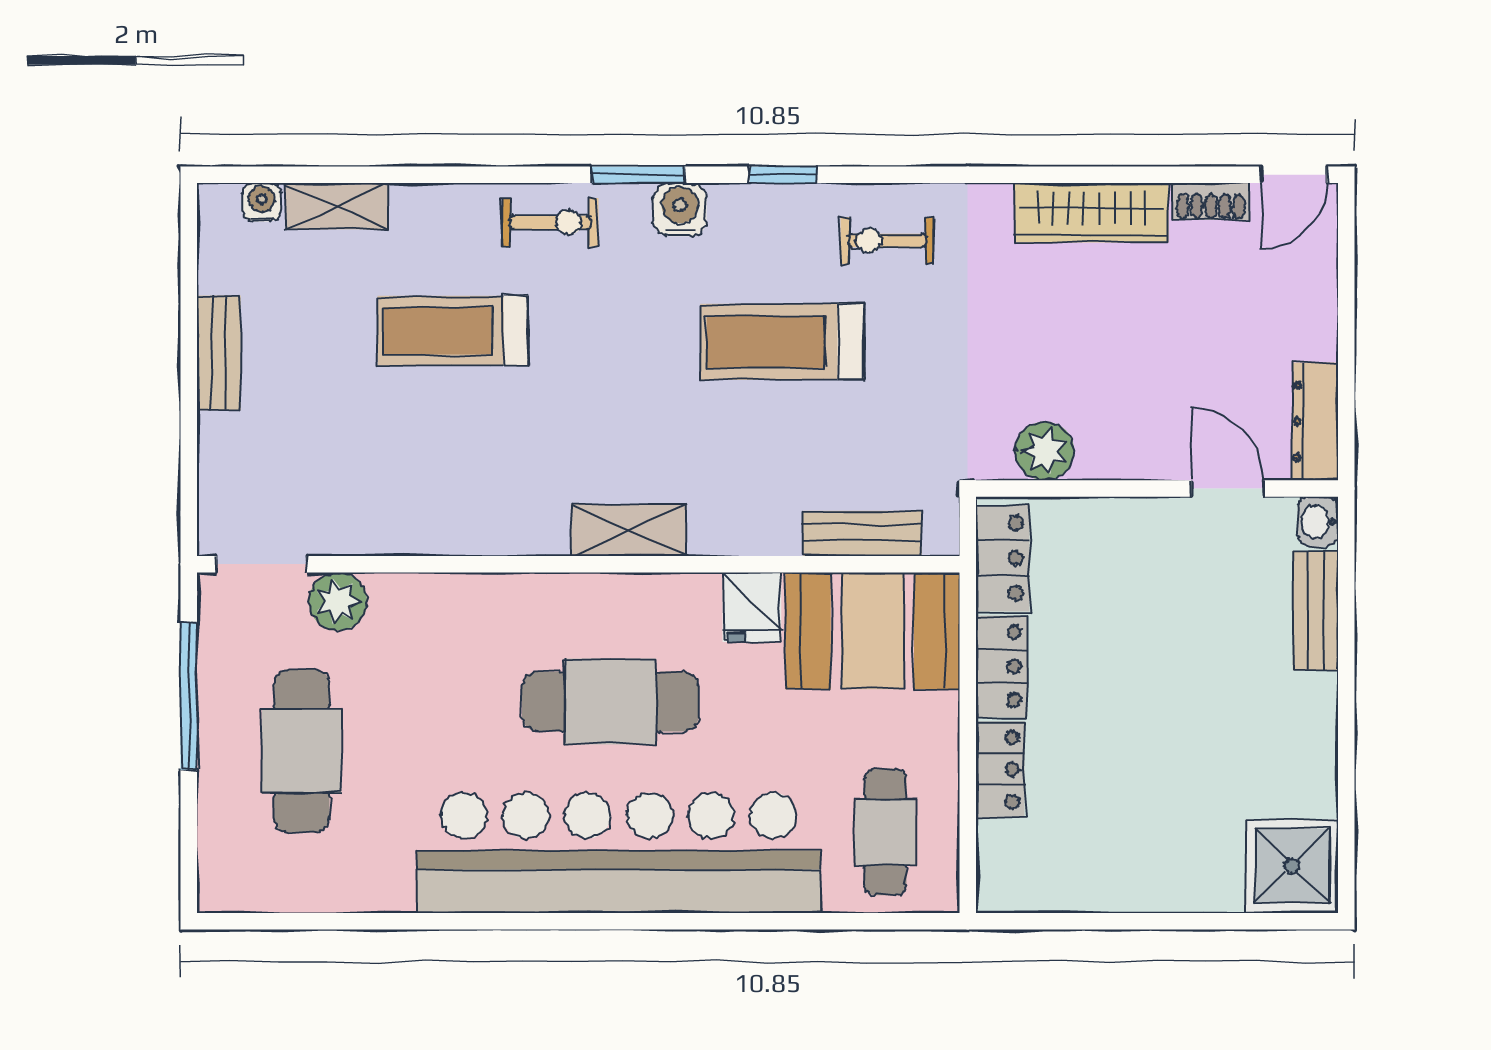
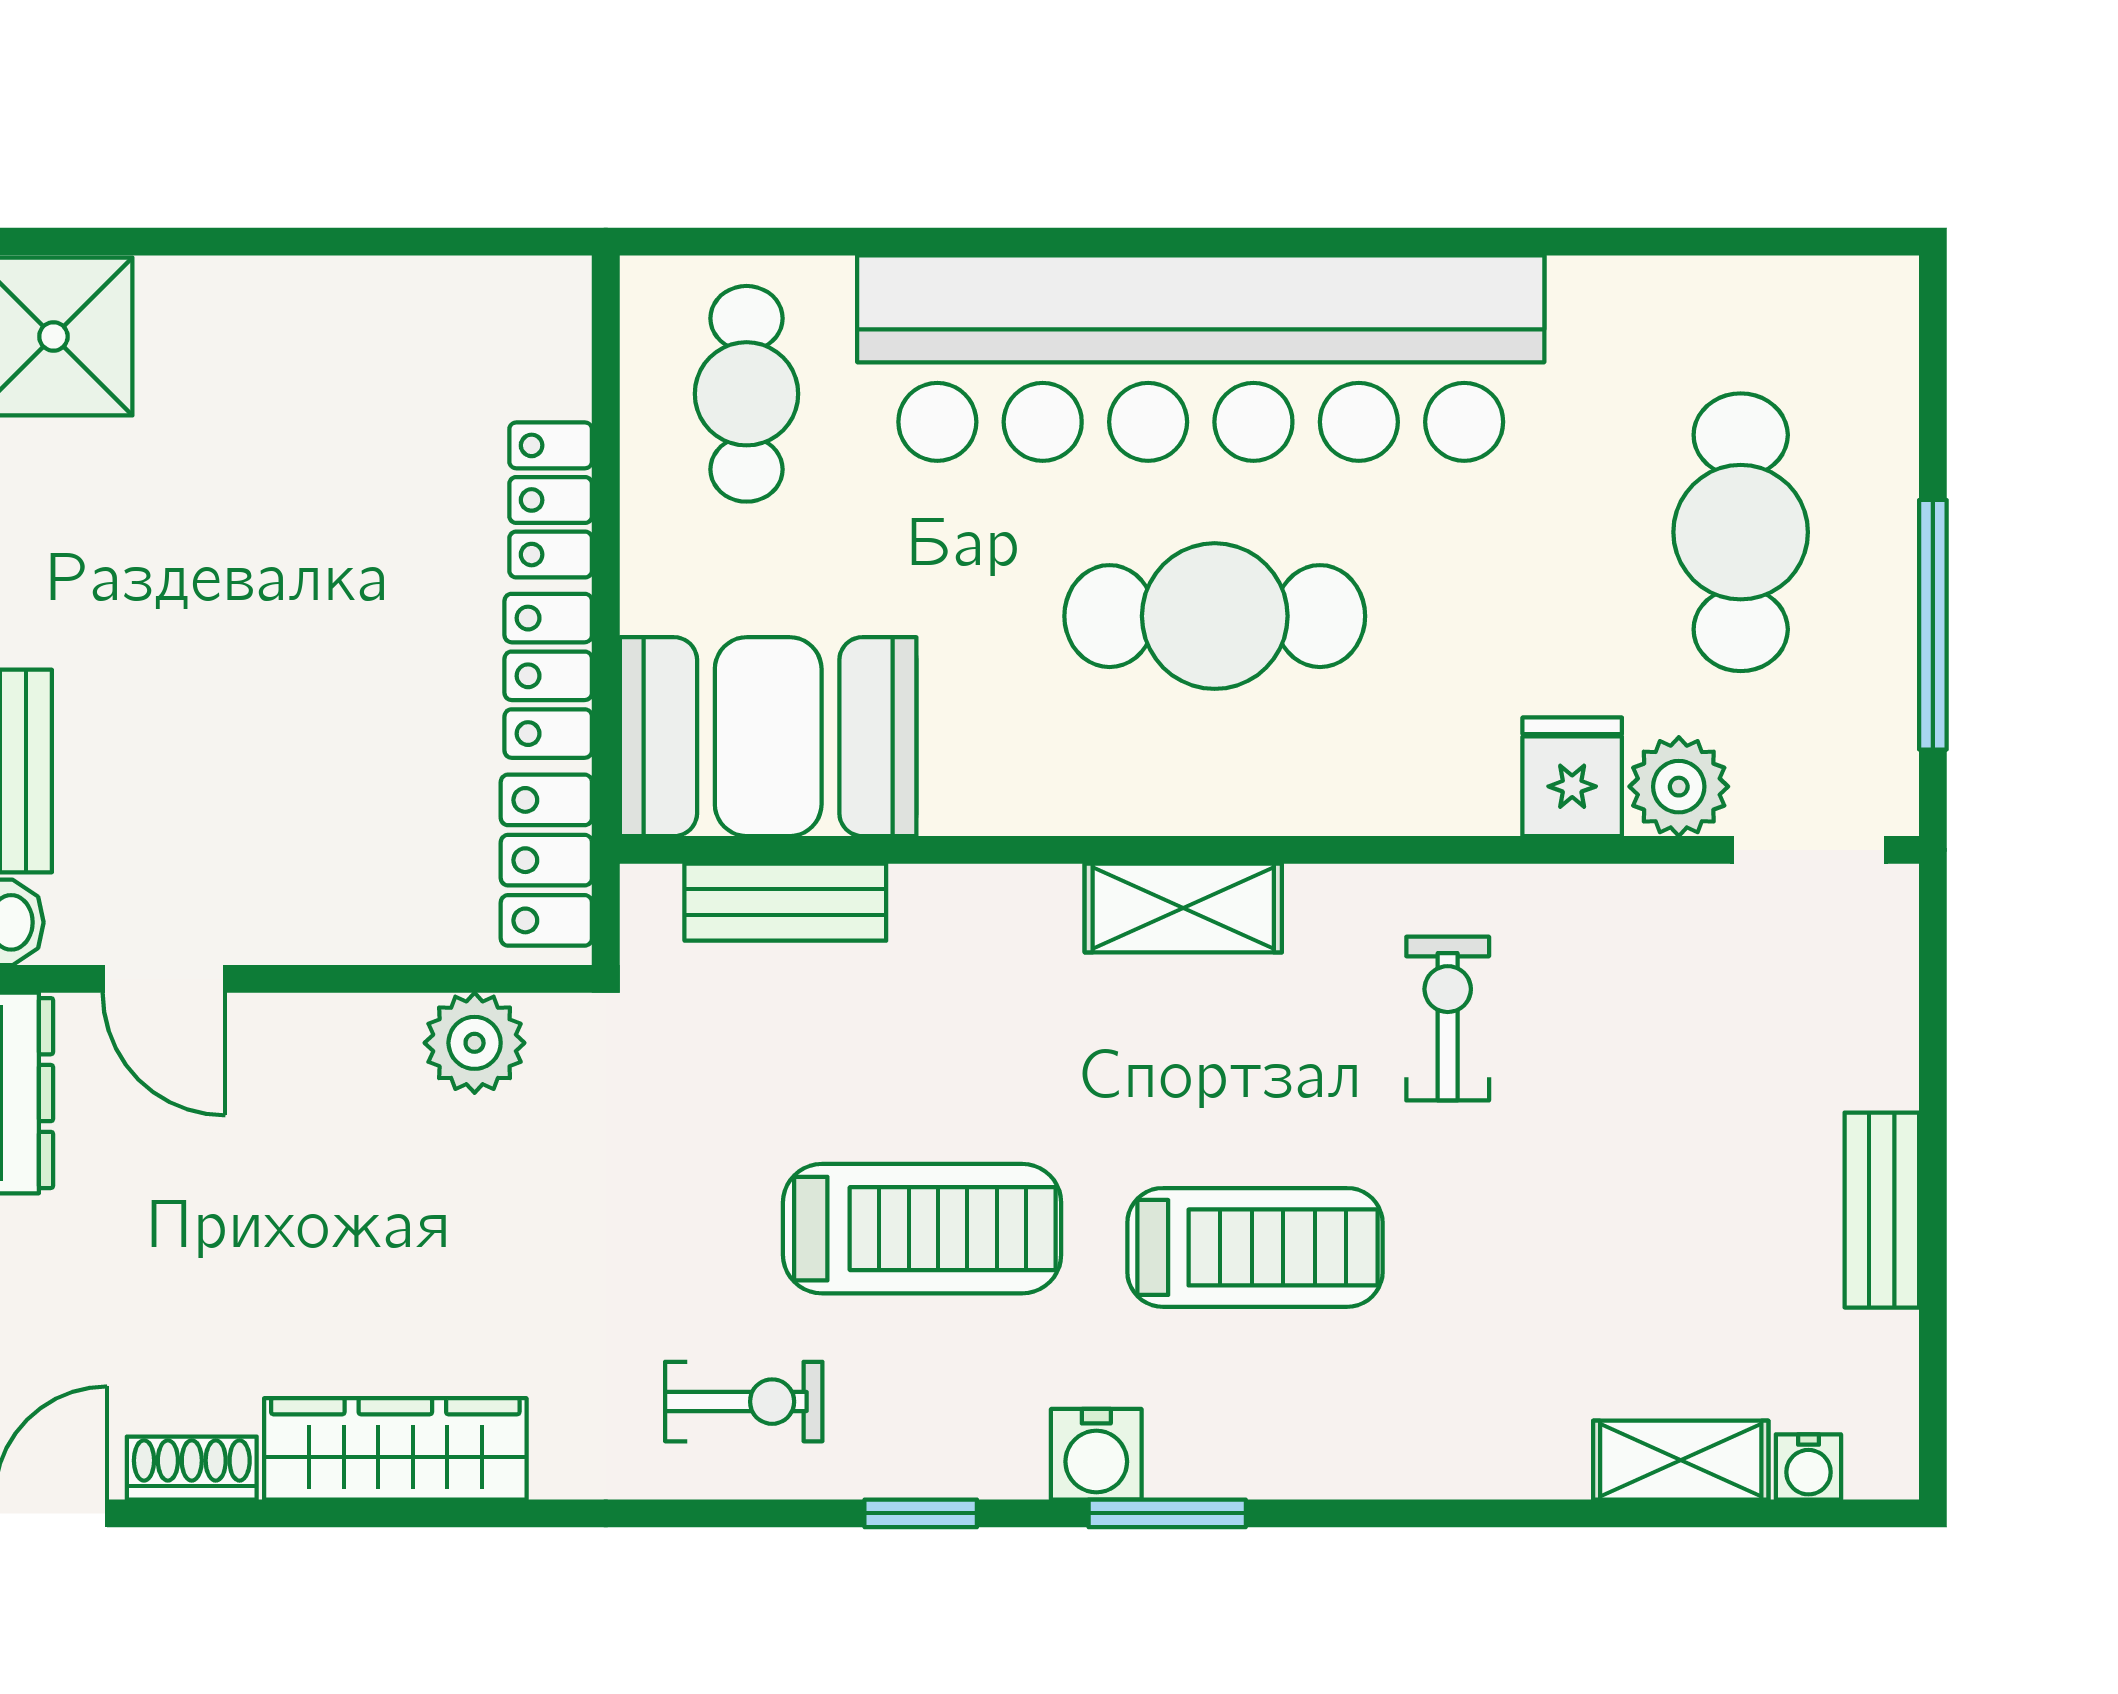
exercise bike: (550, 222) -> (1448, 1019), moved, turned 90
treadmill: (453, 331) -> (1255, 1247), moved
fridge: (752, 607) -> (1572, 777), moved

